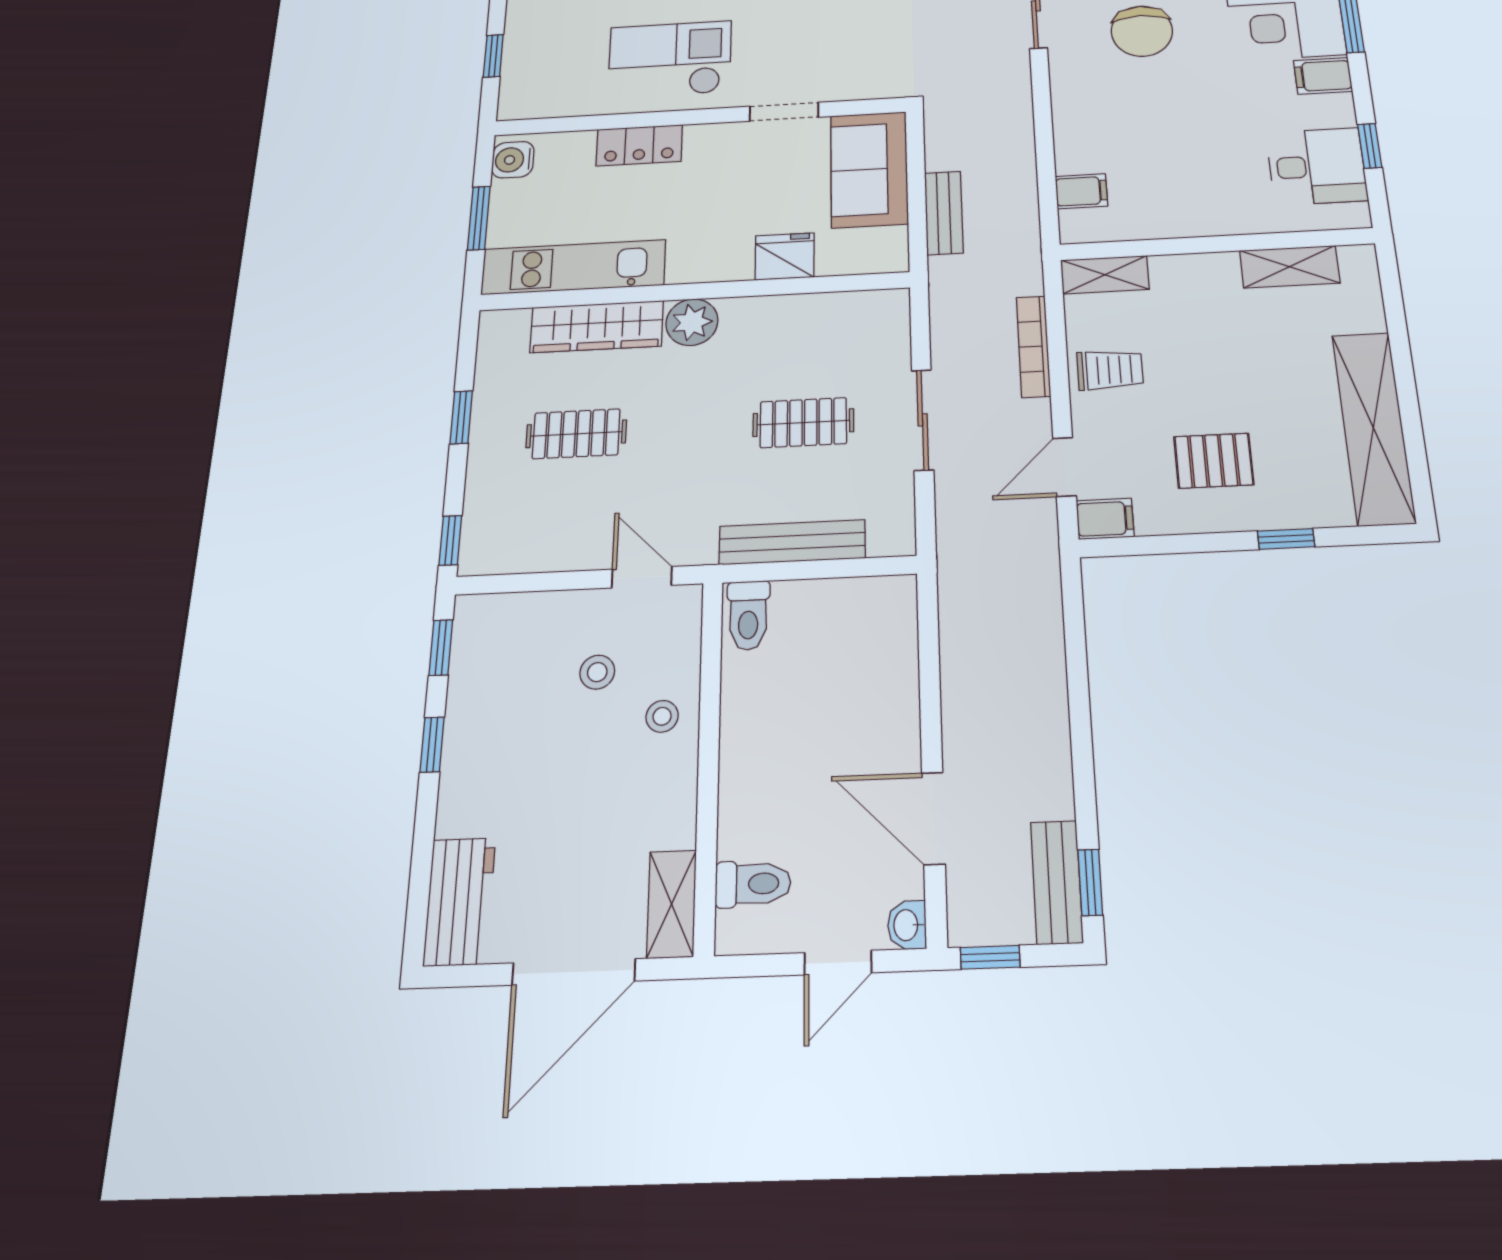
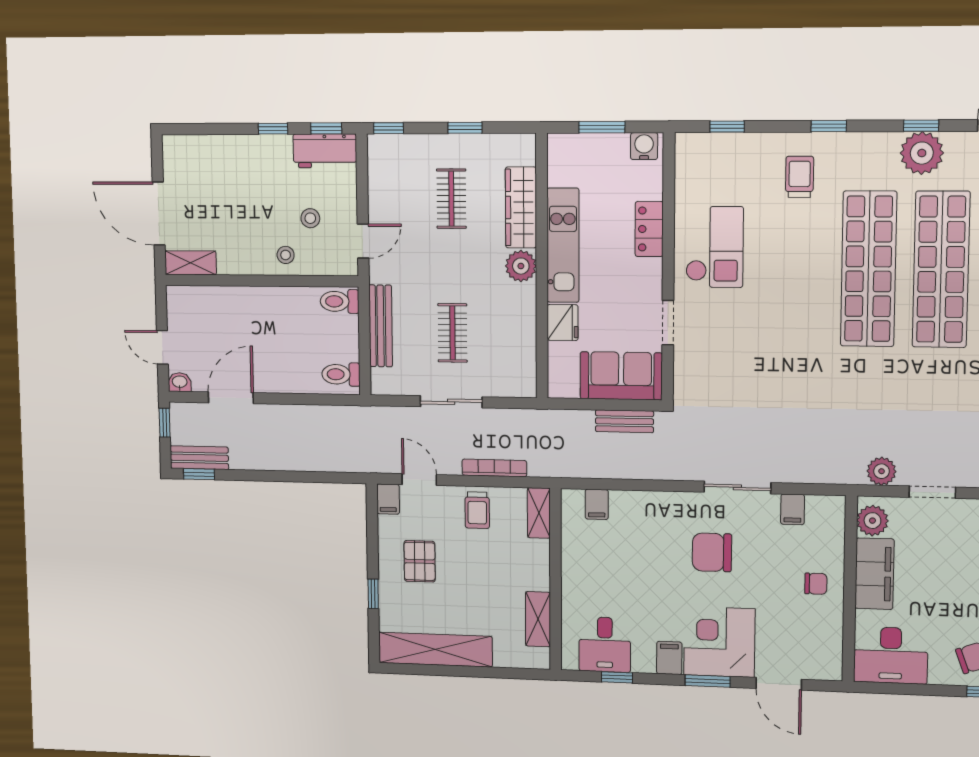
bench: (944, 213) -> (624, 421), moved
kitchen unit: (574, 267) -> (563, 245), moved
toilet: (753, 884) -> (341, 374), moved, turned 90
workbench: (460, 901) -> (325, 151), moved

